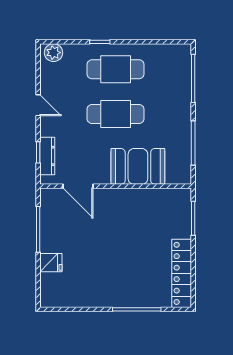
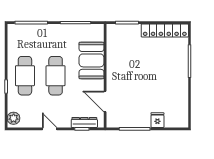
door: (38, 105) -> (50, 129), hinge flipped
door: (78, 186) -> (105, 101), swing flipped

